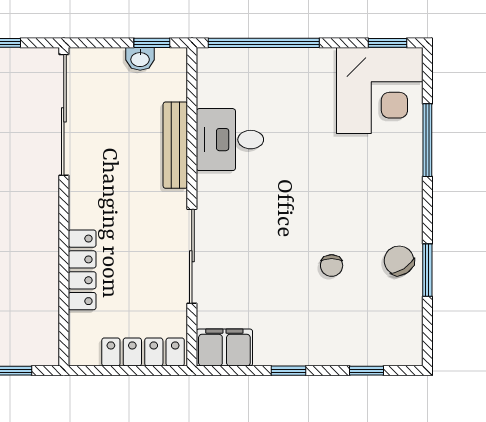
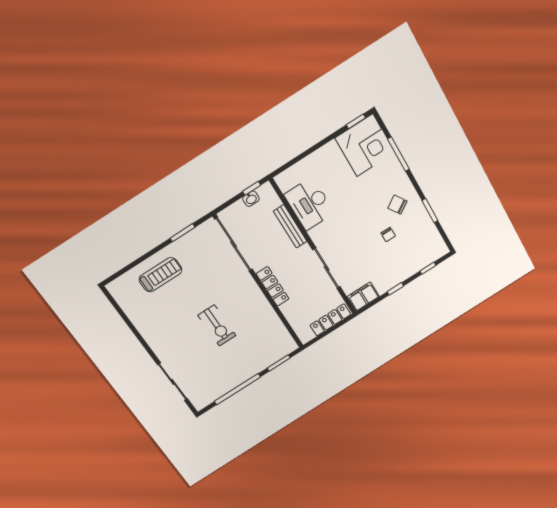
window: (264, 43) -> (301, 157), removed
desk: (230, 140) -> (309, 204), width x1.37
chair: (399, 261) -> (397, 205), moved
locker: (82, 270) -> (273, 286), moved

